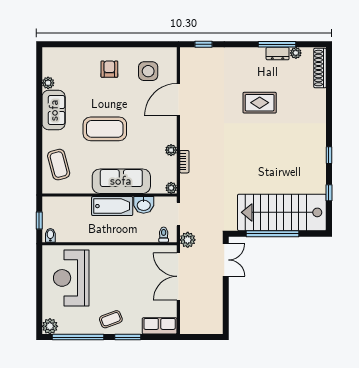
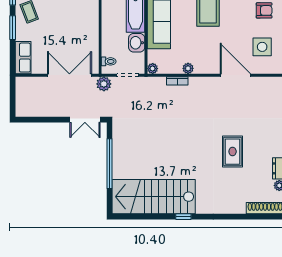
window: (329, 193) -> (148, 217), removed
stairs: (282, 212) -> (154, 197), moved, turned -90

